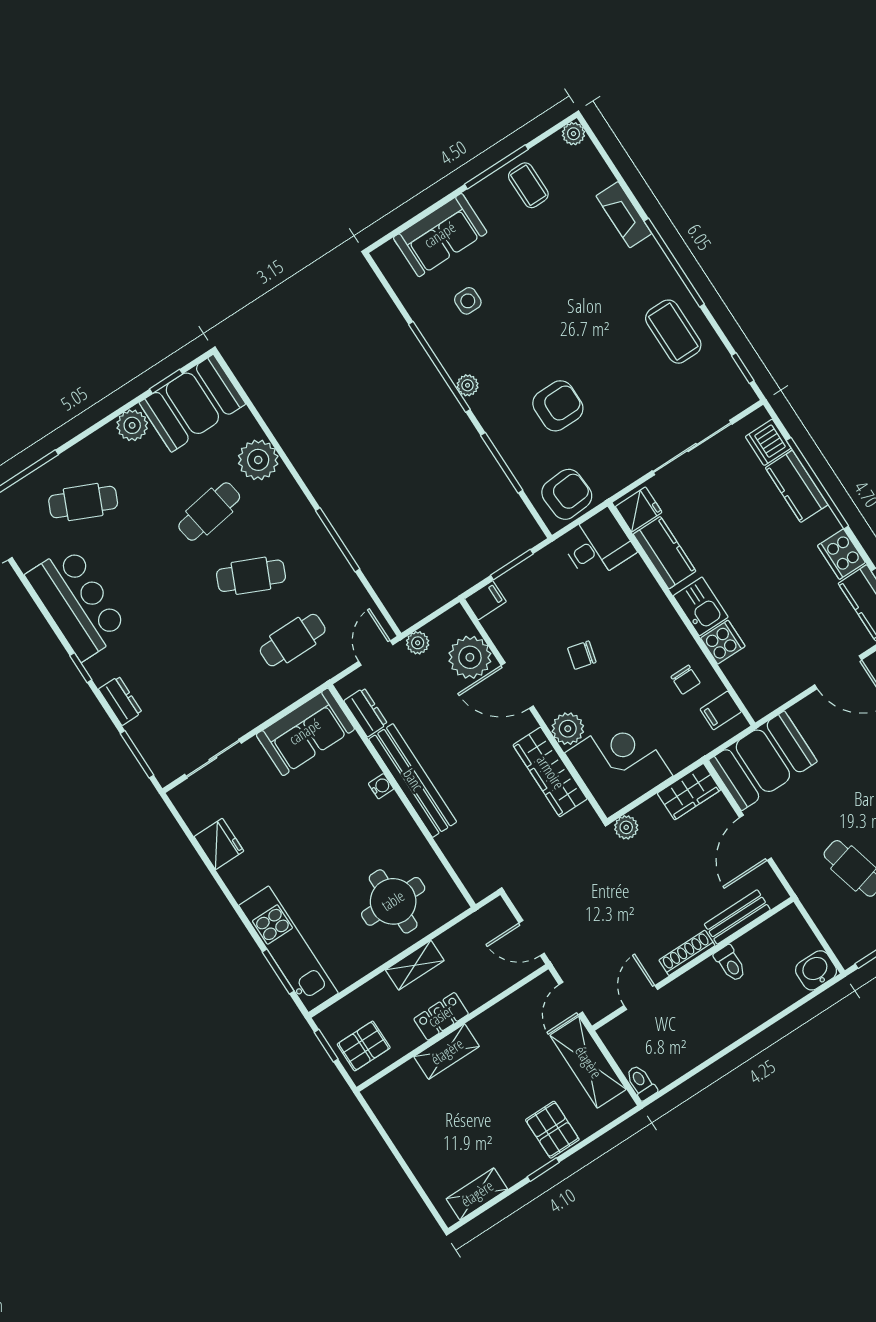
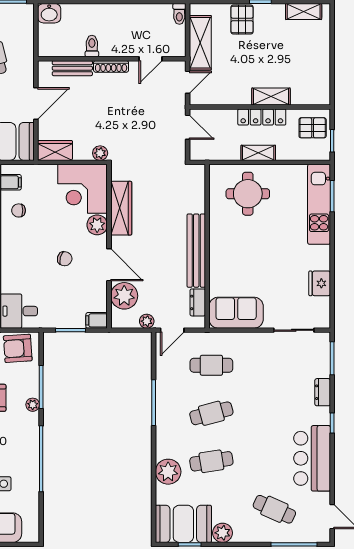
plant: (468, 385) -> (33, 405), moved
cafe table: (251, 576) -> (211, 413), turned -39
chair: (686, 680) -> (19, 210), turned -90
water cooler: (381, 786) -> (215, 258), removed
locker: (441, 1016) -> (262, 117), width x1.53

